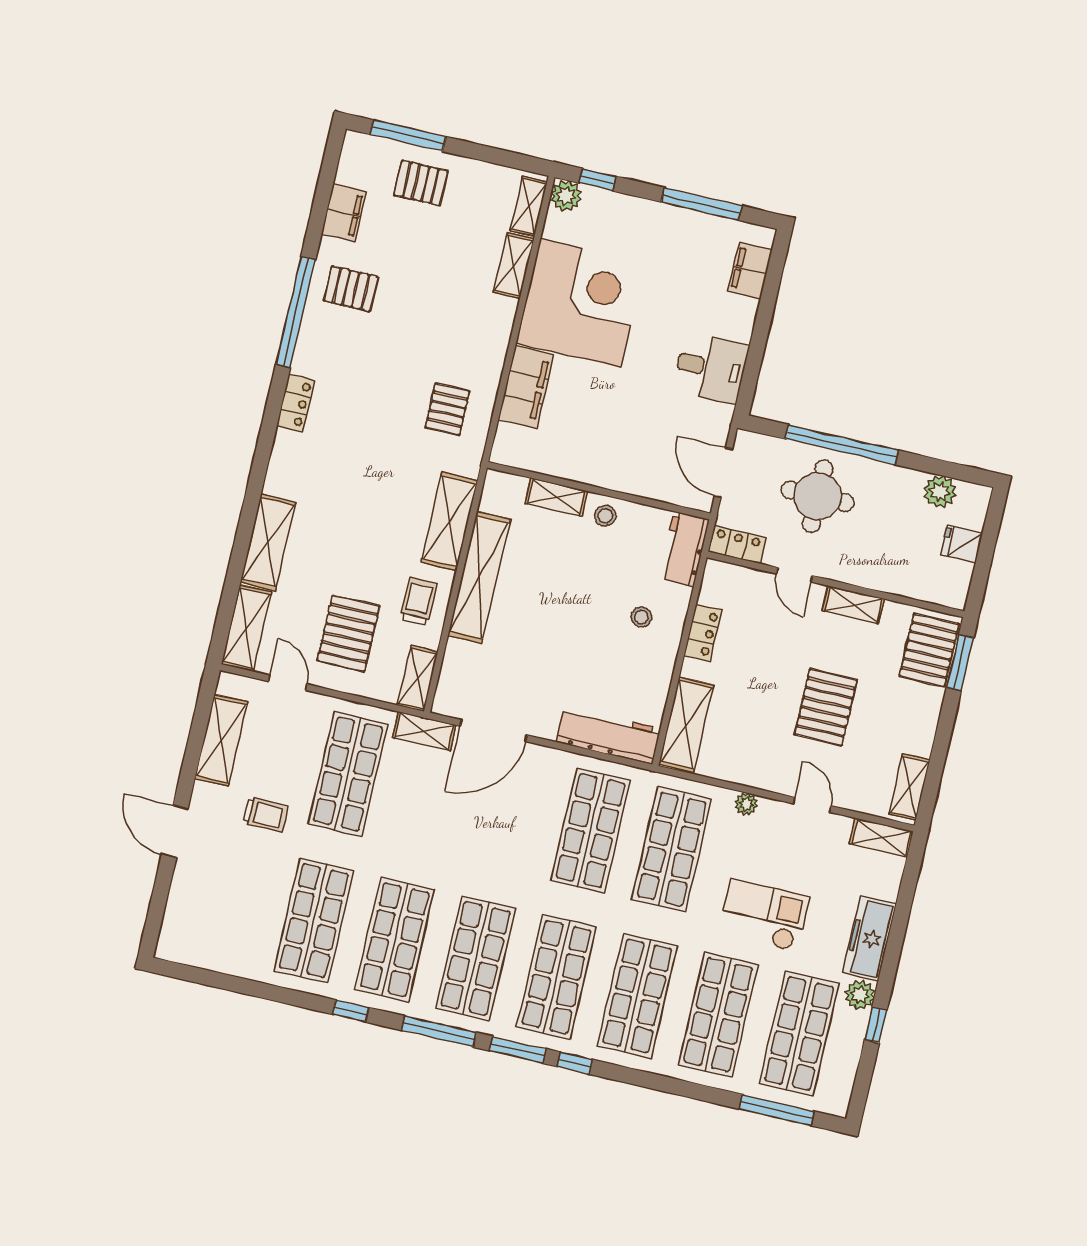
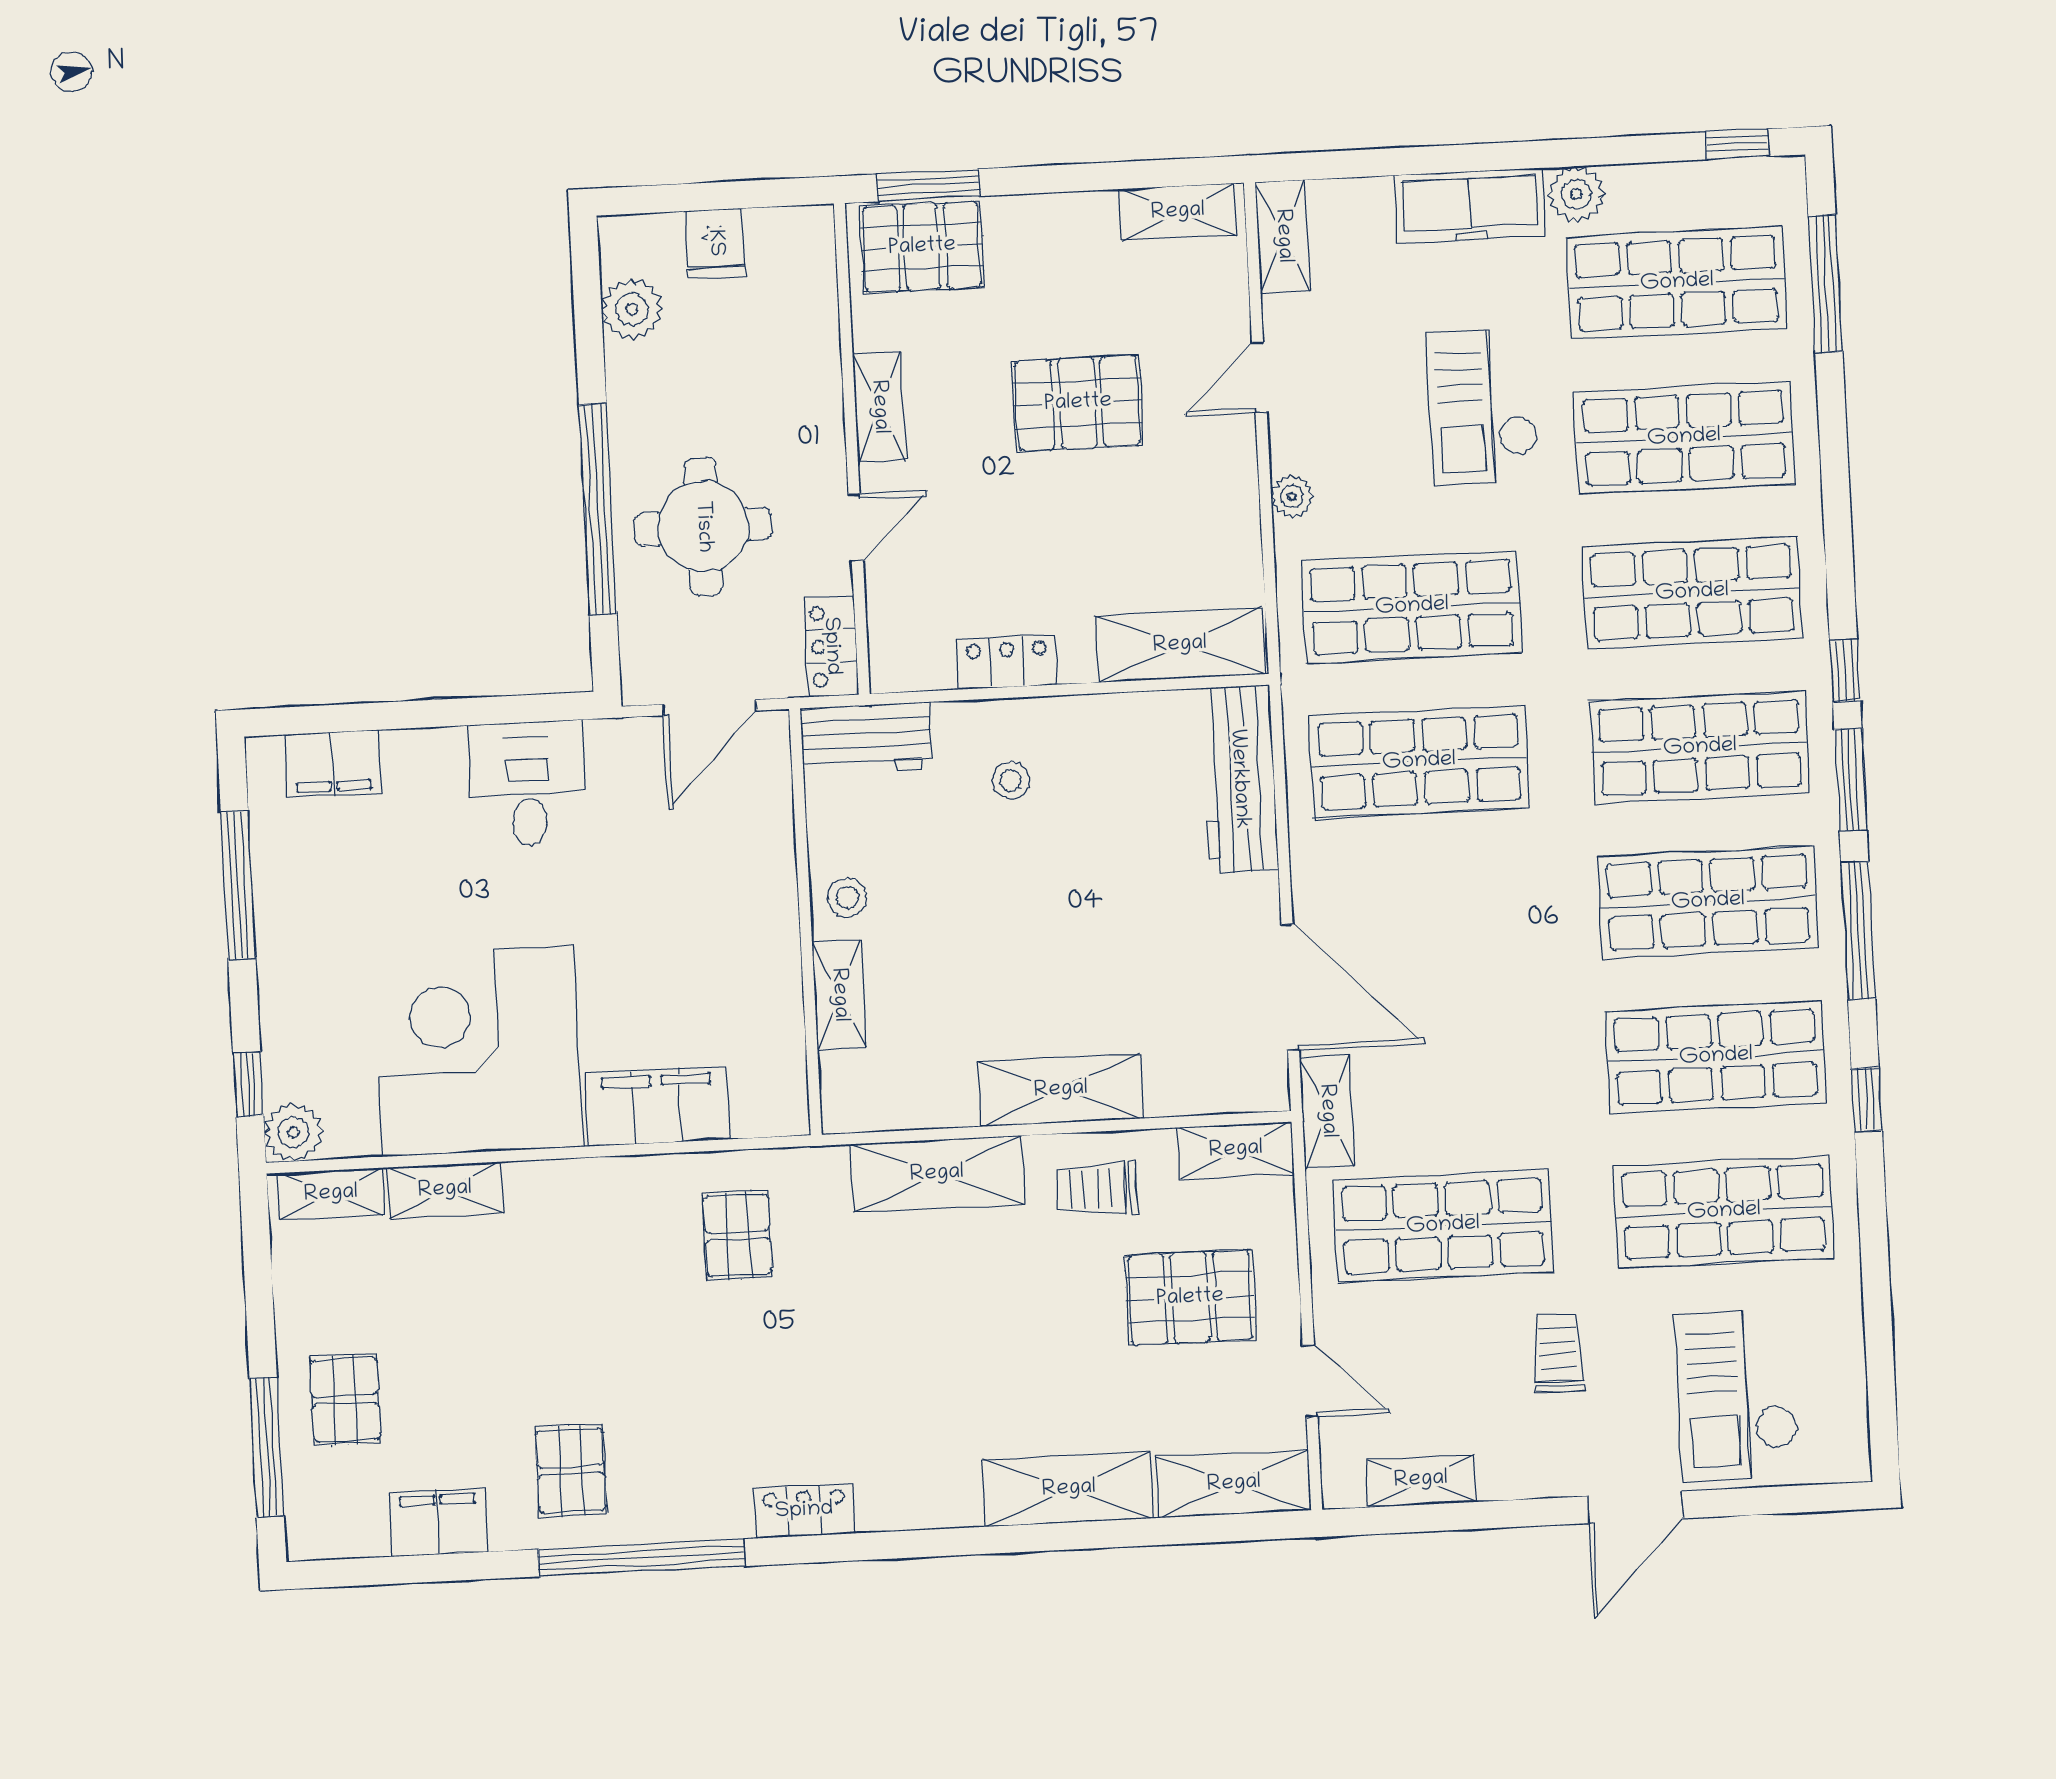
pallet: (447, 409) -> (737, 1235), turned 90
shelving: (479, 577) -> (1061, 1090), width x0.68
door: (288, 683) -> (1310, 1381), swing flipped
shelving: (221, 740) -> (1421, 1480), width x0.67, depth x0.75
checkout: (218, 901) -> (1737, 1395), added
window: (876, 1025) -> (1737, 144), moved

